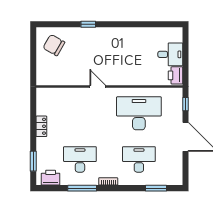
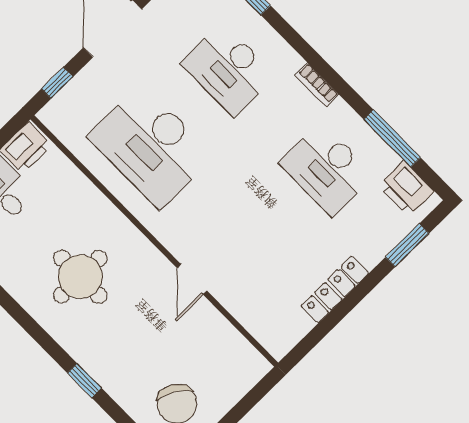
round table: (121, 54) -> (80, 277), added
door: (98, 86) -> (192, 279), moved
locker: (41, 126) -> (335, 290), width x1.53
window: (82, 188) -> (392, 138), moved

